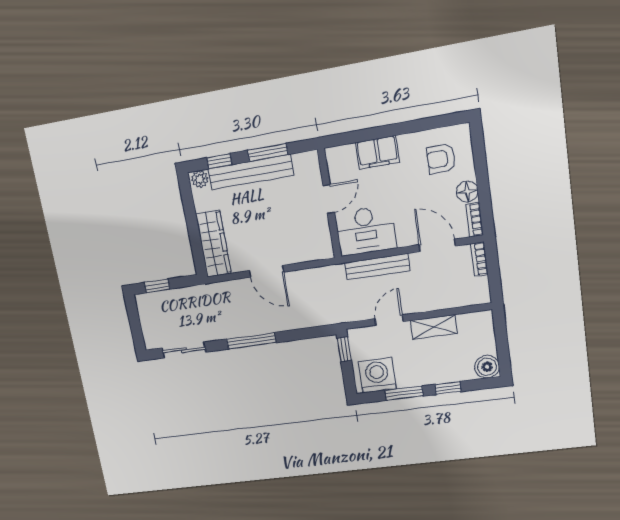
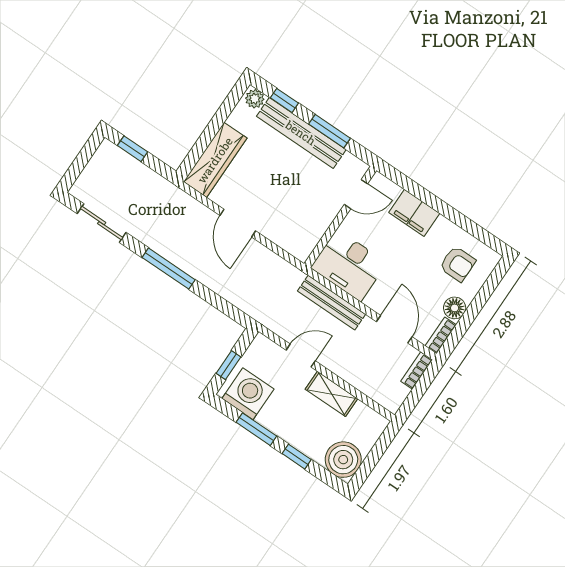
armchair: (441, 159) -> (458, 264), turned 180
door: (329, 199) -> (356, 194), moved
window: (344, 349) -> (228, 365), moved
boiler: (487, 367) -> (343, 460), width x1.37, depth x1.37

